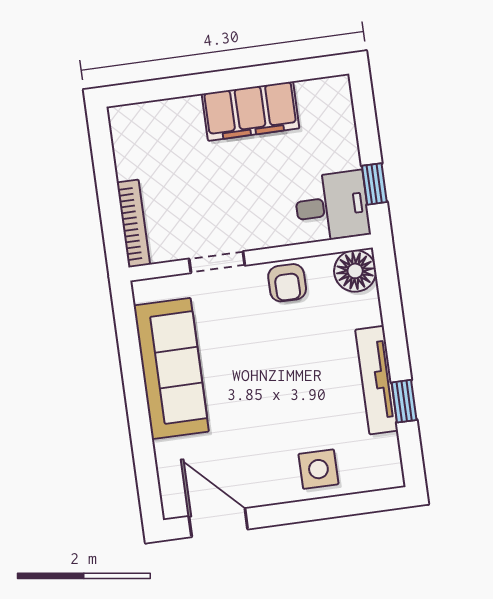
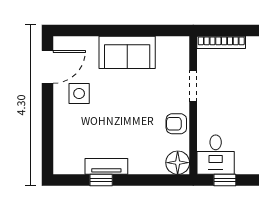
sofa: (171, 369) -> (127, 52), width x0.73
tv unit: (377, 380) -> (106, 166), width x0.71
side table: (318, 469) -> (79, 94), moved

